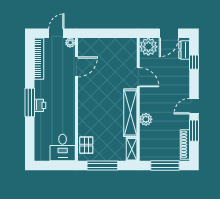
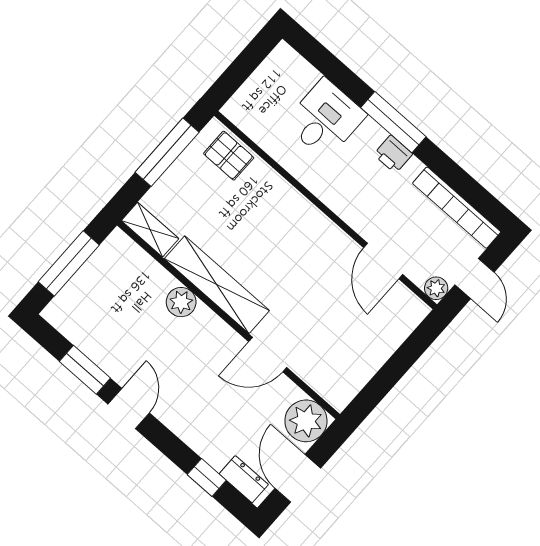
printer: (40, 105) -> (393, 154), moved
shoe rack: (185, 144) -> (75, 332), removed
desk: (63, 148) -> (325, 119), moved, turned 90

